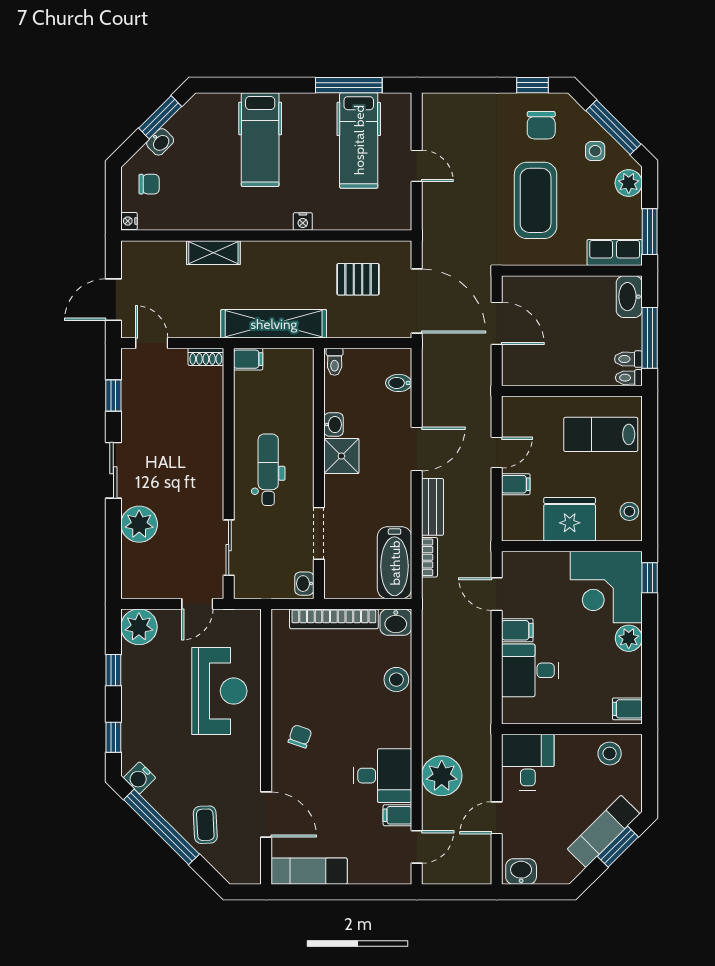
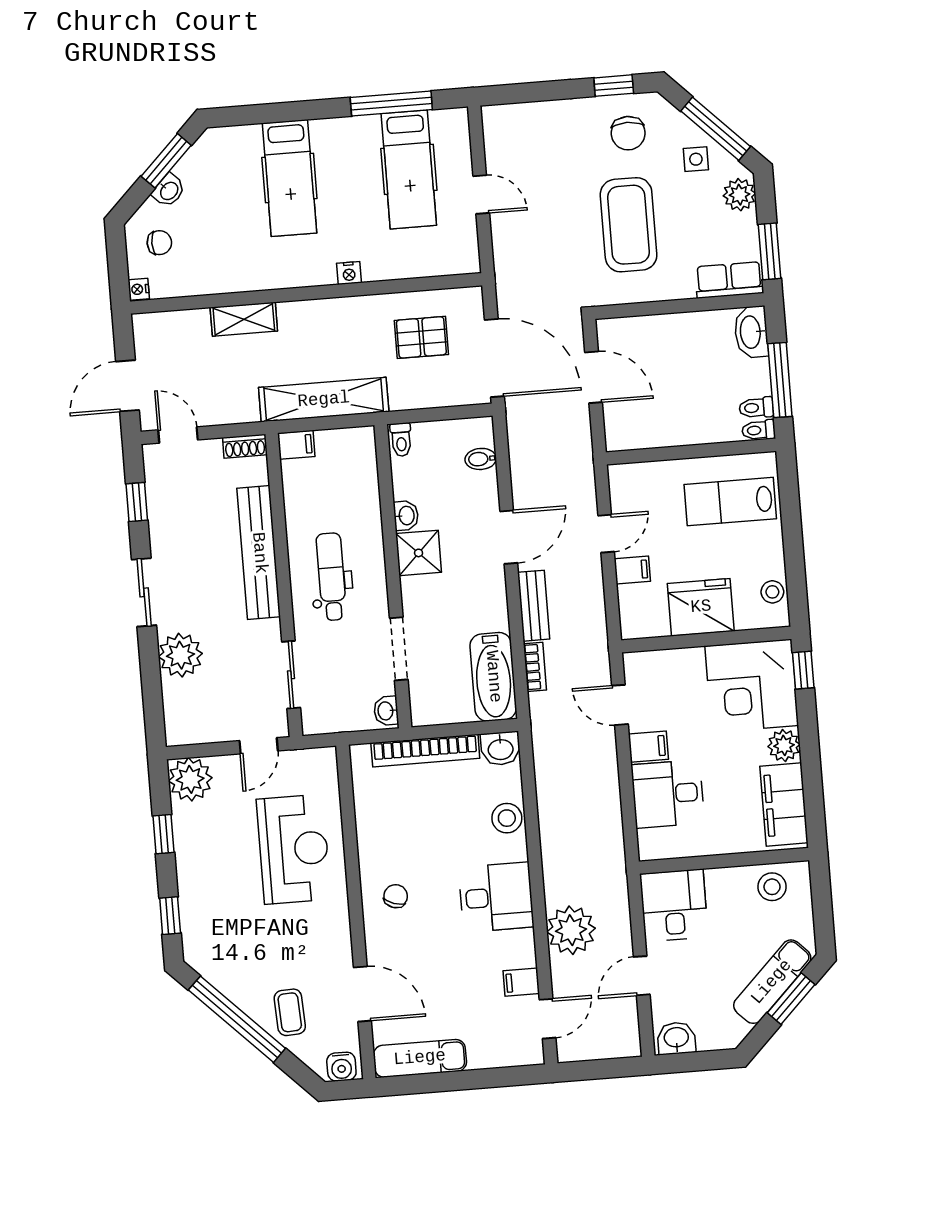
bench: (210, 445) -> (259, 553), added
filing cabinet: (627, 709) -> (784, 805), width x3.00, depth x1.17
desk: (382, 776) -> (496, 897), moved
water cooler: (139, 778) -> (341, 1067), moved, turned -45

